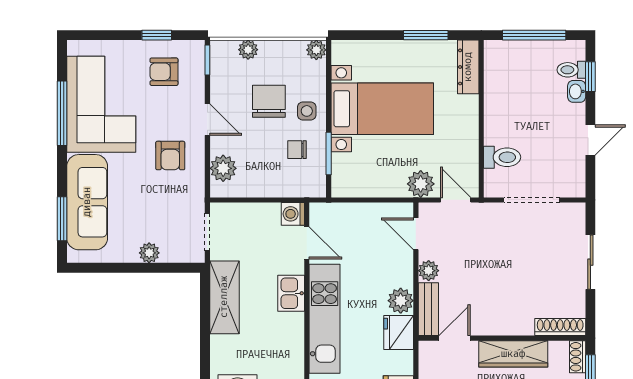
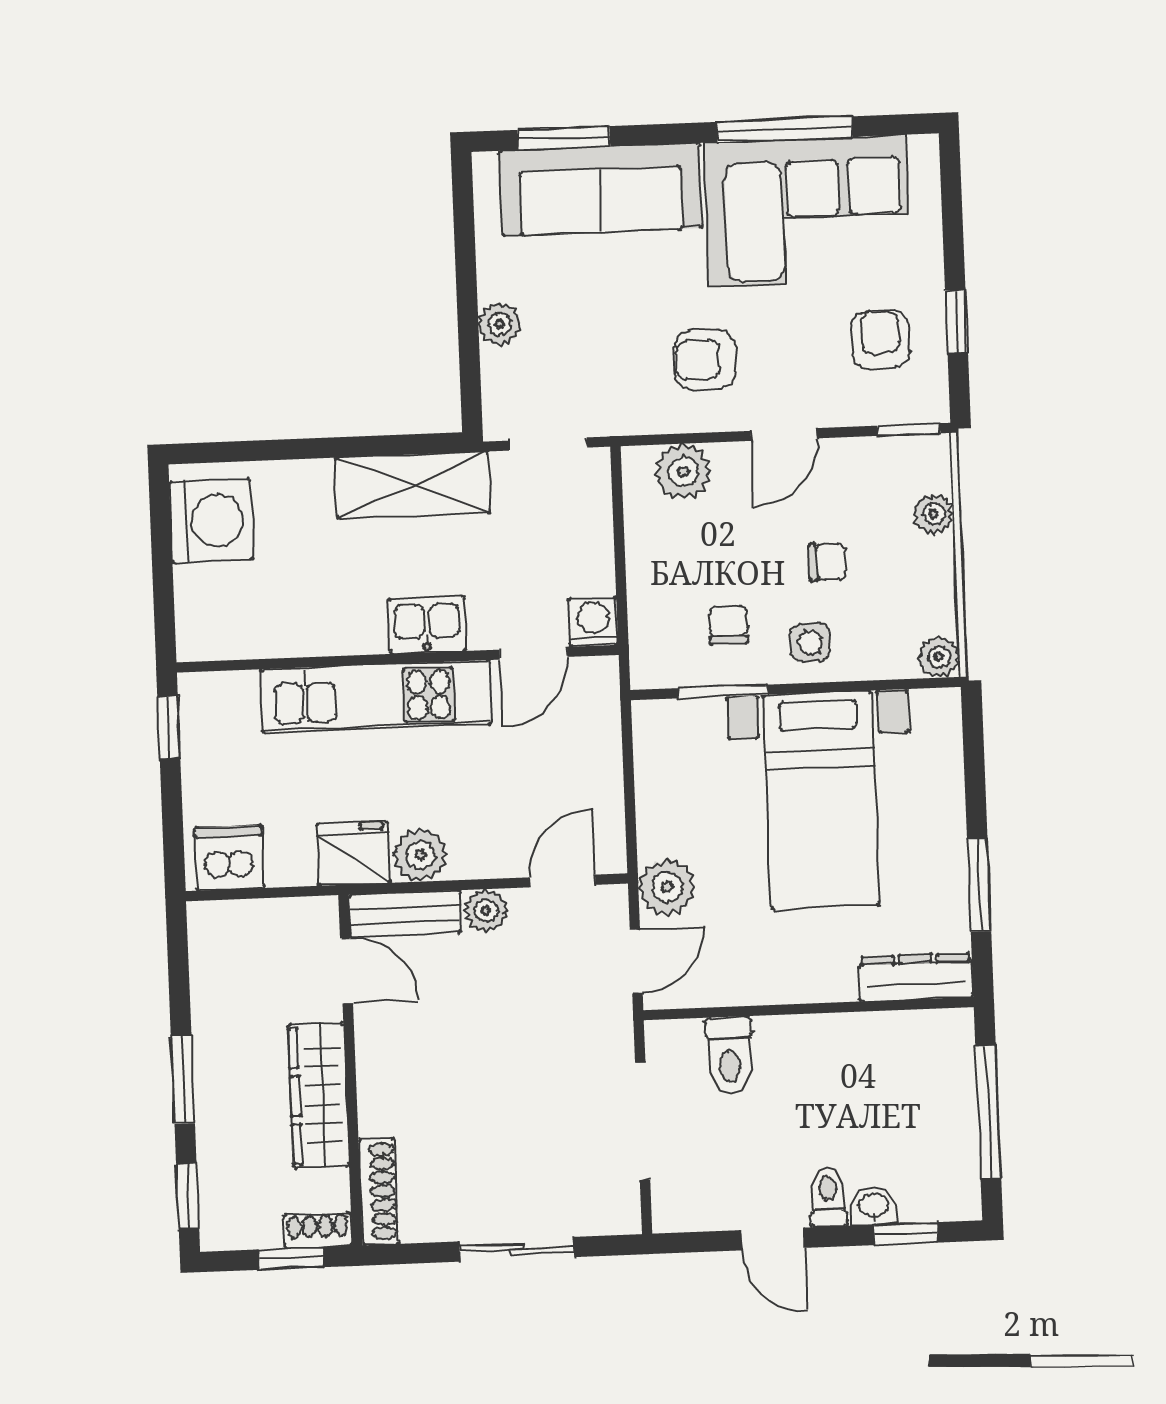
toilet: (571, 70) -> (828, 1197), moved
chair: (269, 101) -> (827, 562), width x0.54, depth x0.54

